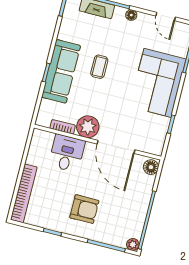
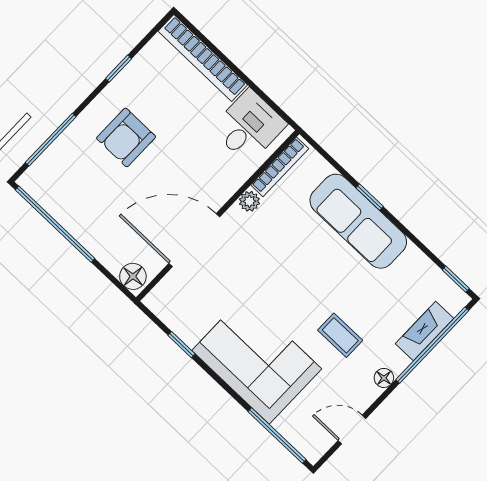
coffee table: (99, 67) -> (340, 335), moved
bookcase: (63, 127) -> (280, 167), width x1.56
plant: (88, 127) -> (249, 201), width x0.53, depth x0.53
desk: (67, 153) -> (249, 126), moved, turned -90
plant: (133, 245) -> (30, 181), removed

